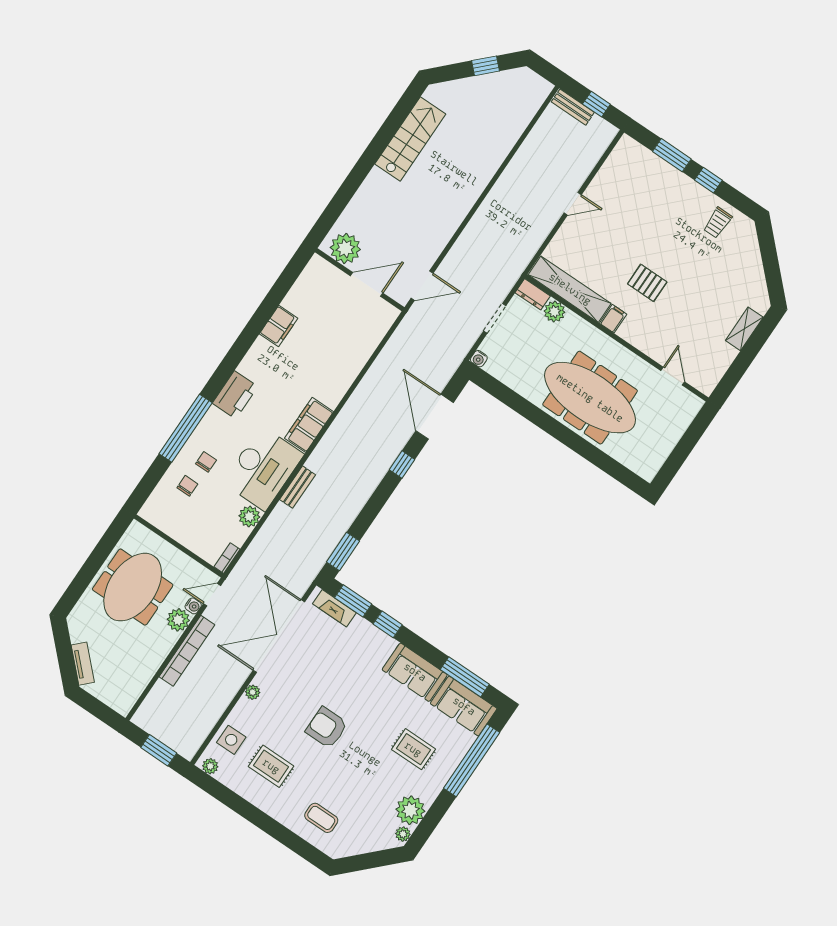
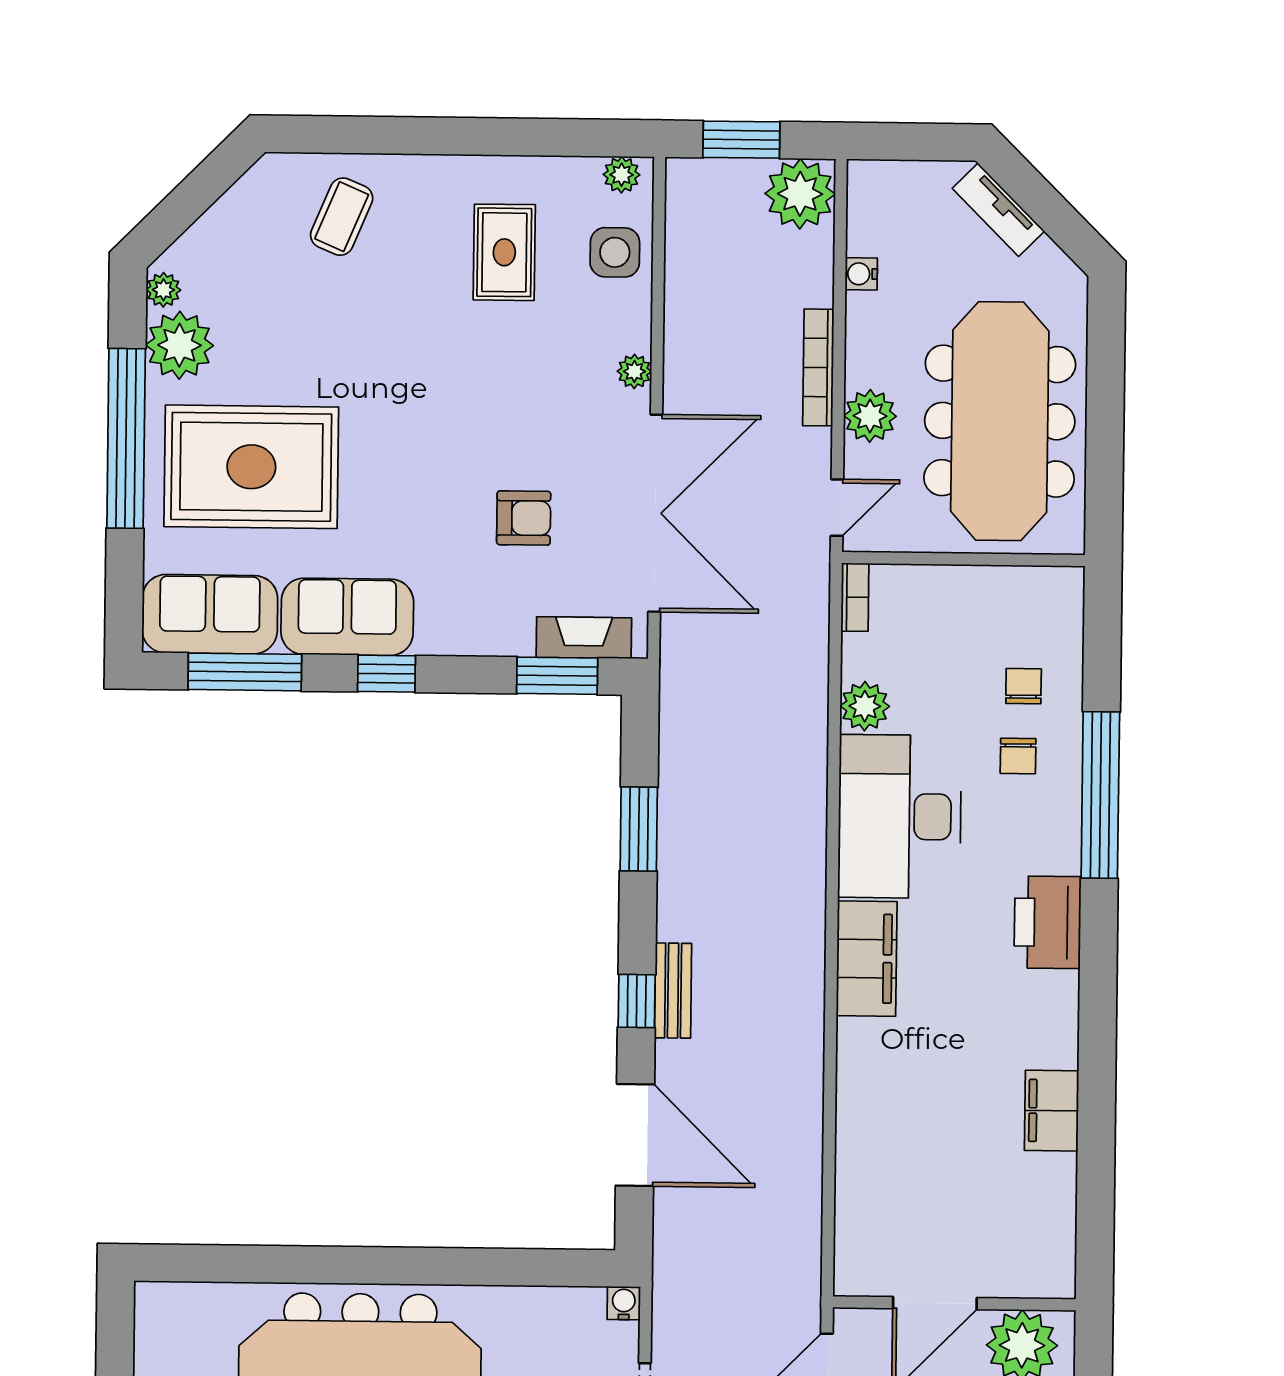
chair: (187, 486) -> (1024, 686), turned 180
bench: (297, 487) -> (673, 991), moved
window: (343, 551) -> (639, 829), moved
meeting table: (133, 587) -> (1000, 421), width x1.36
water cooler: (193, 606) -> (861, 274), moved
window: (388, 624) -> (386, 674), moved
bookcase: (187, 651) -> (818, 367), width x0.68, depth x0.76
plant: (150, 717) -> (800, 194), added
armchair: (327, 728) -> (524, 518), moved, width x0.72, depth x0.72
rug: (413, 749) -> (251, 467), width x1.86, depth x2.06
window: (472, 760) -> (126, 438), moved
rug: (271, 766) -> (504, 252), turned 90
coffee table: (321, 818) -> (342, 217), turned -67

